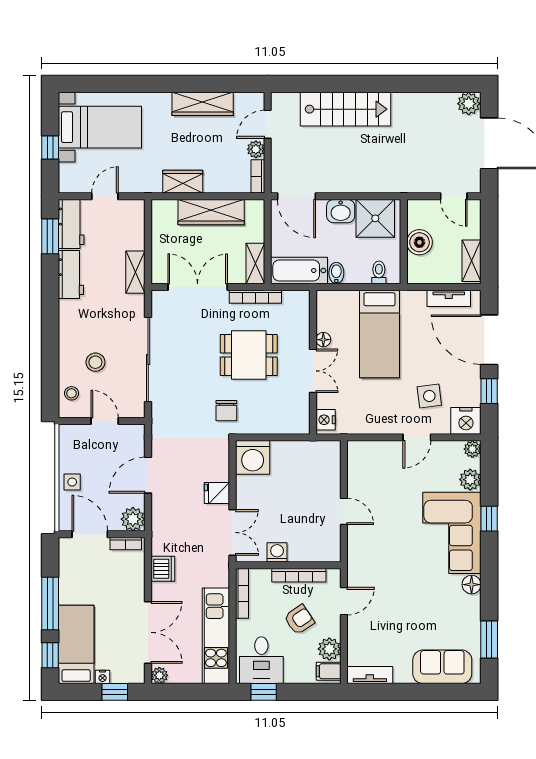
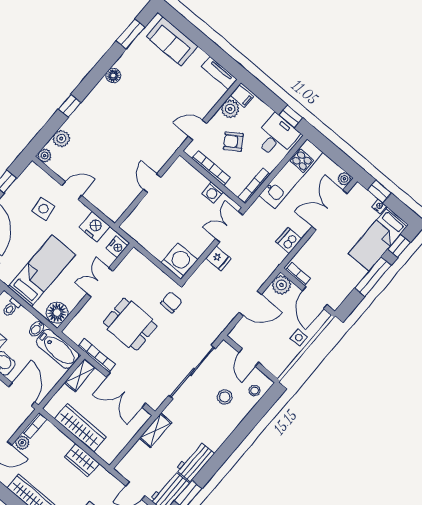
floor lamp: (323, 340) -> (57, 313), moved, width x1.89, depth x1.89
nightstand: (466, 421) -> (95, 227), moved
corner sofa: (452, 533) -> (99, 116), removed

